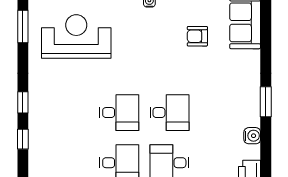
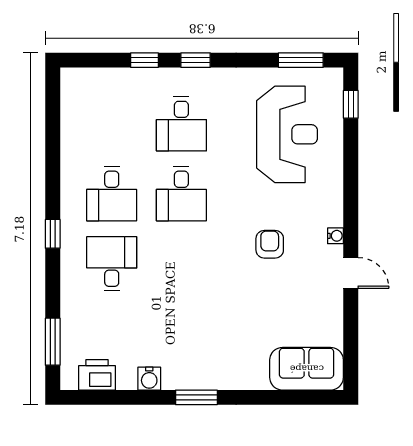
armchair: (197, 36) -> (270, 244), moved
desk: (169, 113) -> (181, 124), moved

